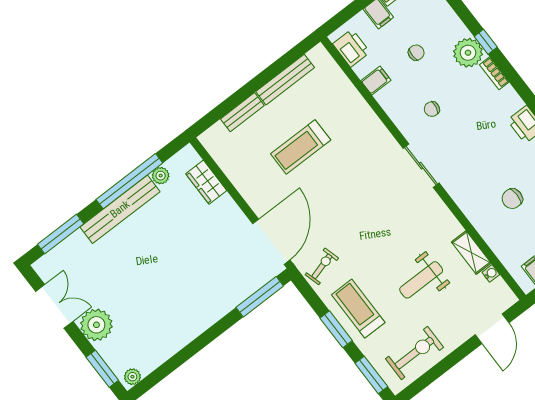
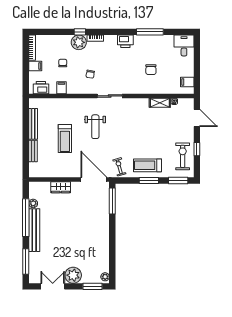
wardrobe: (206, 182) -> (61, 187), moved
weight bench: (421, 280) -> (95, 127), moved
window: (443, 366) -> (197, 149), added

